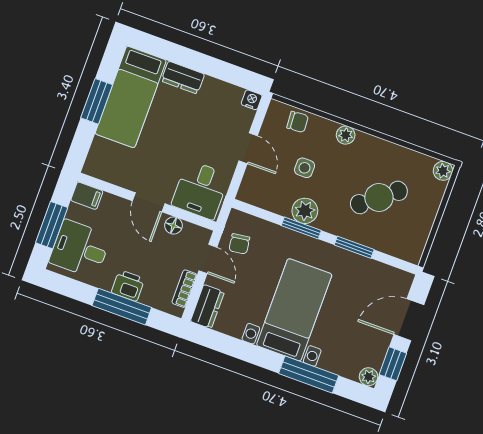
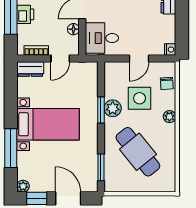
side table: (304, 168) -> (140, 98), width x1.87, depth x1.87
plant: (443, 171) -> (169, 186), removed
cafe table: (379, 197) -> (138, 152), width x1.37, depth x1.35
chair: (239, 244) -> (77, 75), removed
window: (354, 247) -> (101, 167), moved

